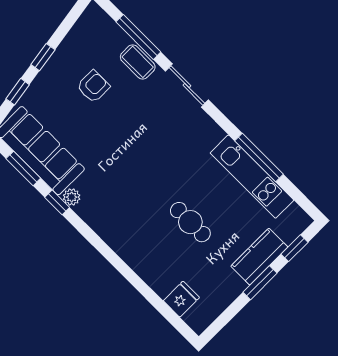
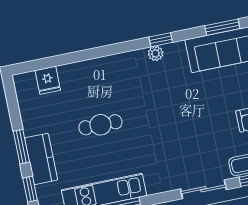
plant: (72, 197) -> (156, 53), moved
window: (57, 202) -> (161, 40), moved

